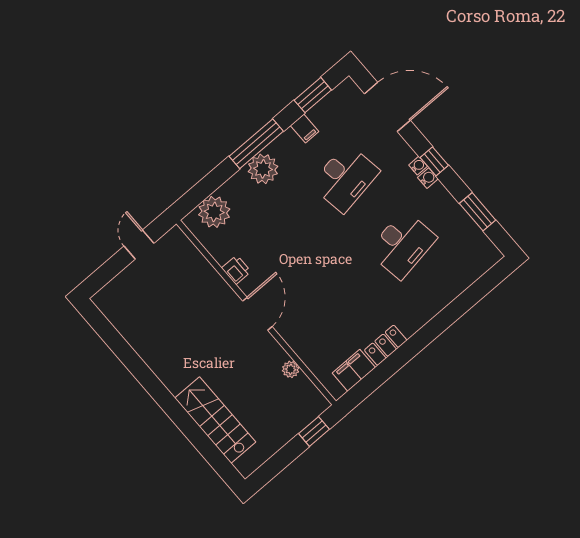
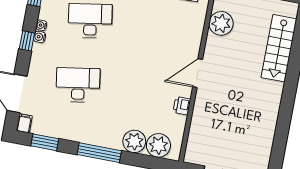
filing cabinet: (305, 129) -> (24, 123), moved
water cooler: (418, 166) -> (41, 25), moved
plant: (263, 169) -> (134, 141), moved
plant: (291, 369) -> (221, 23), width x1.87, depth x1.87

